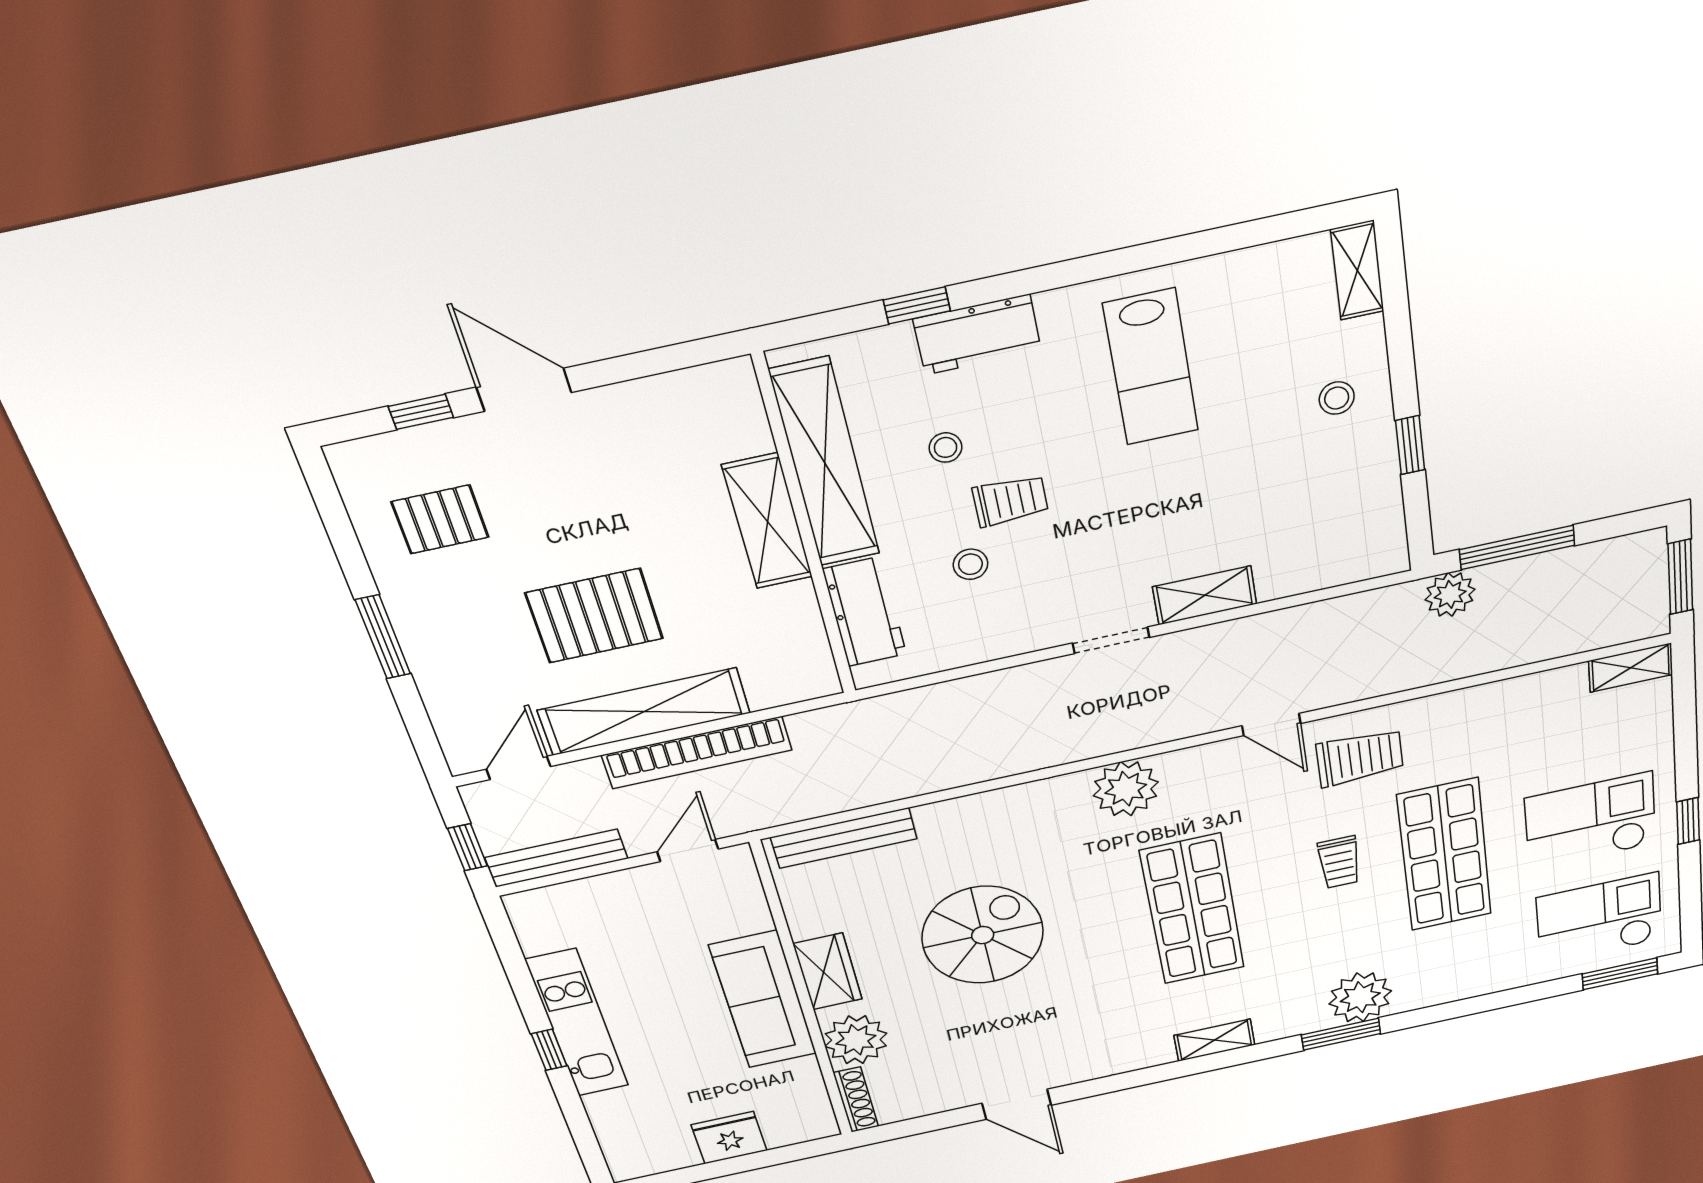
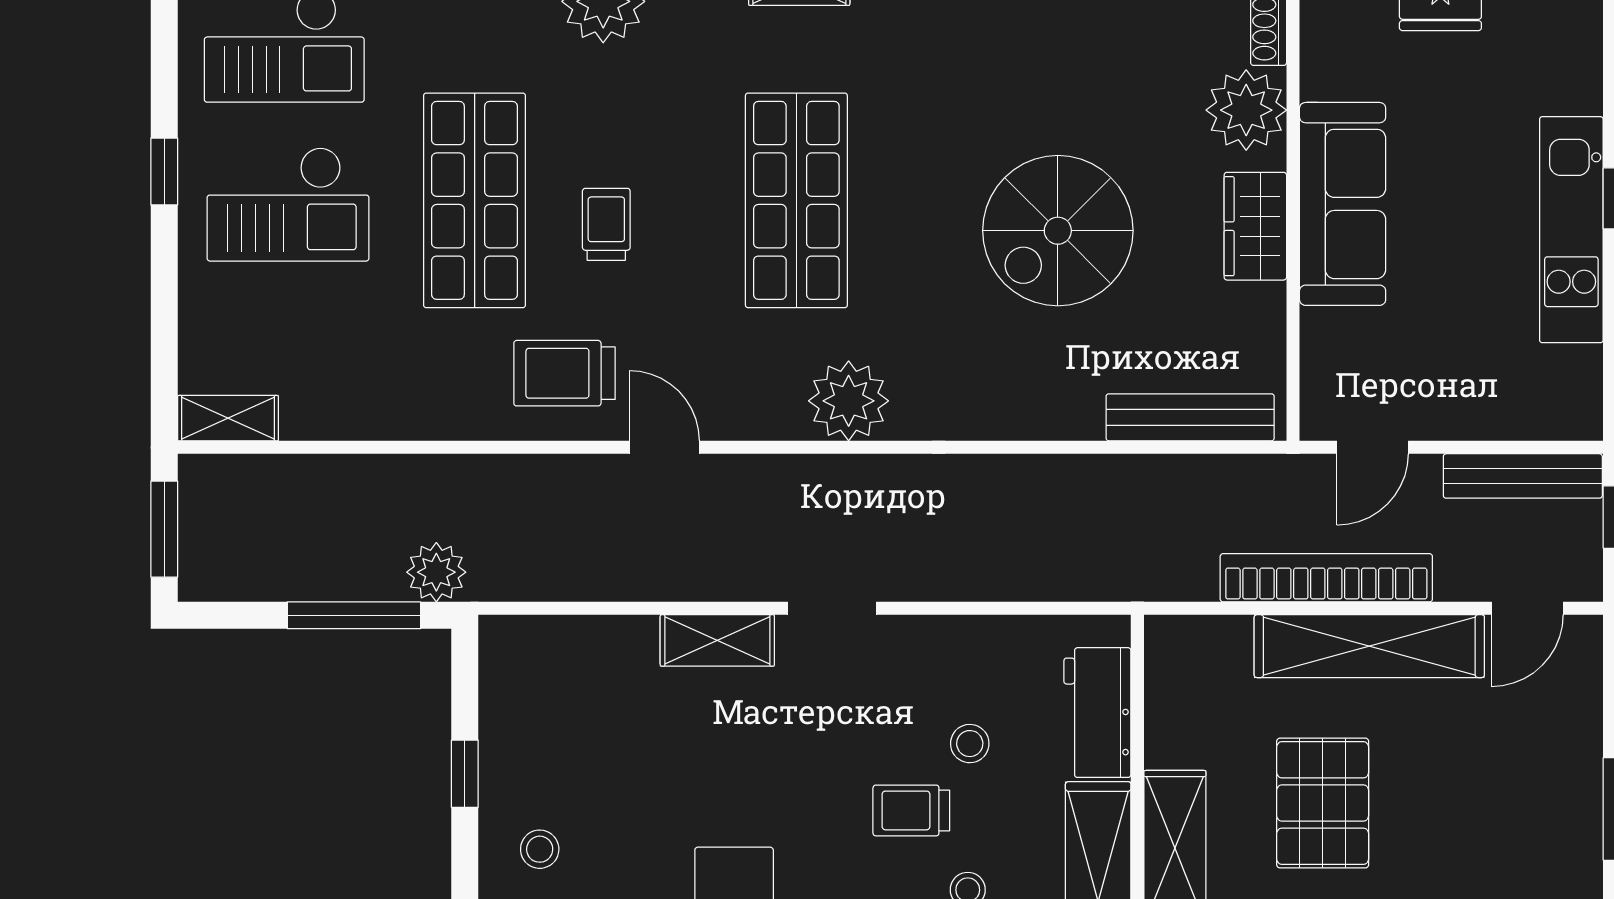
pallet: (594, 616) -> (1323, 803), moved, turned 90

